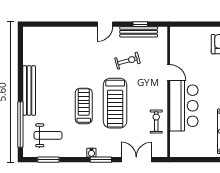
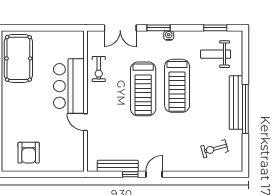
window: (140, 24) -> (130, 174), moved
exercise bike: (127, 61) -> (214, 149), moved
treadmill: (115, 103) -> (143, 89), turned 180
treadmill: (84, 106) -> (177, 86), width x1.37, depth x1.38
window: (20, 125) -> (245, 109), moved

